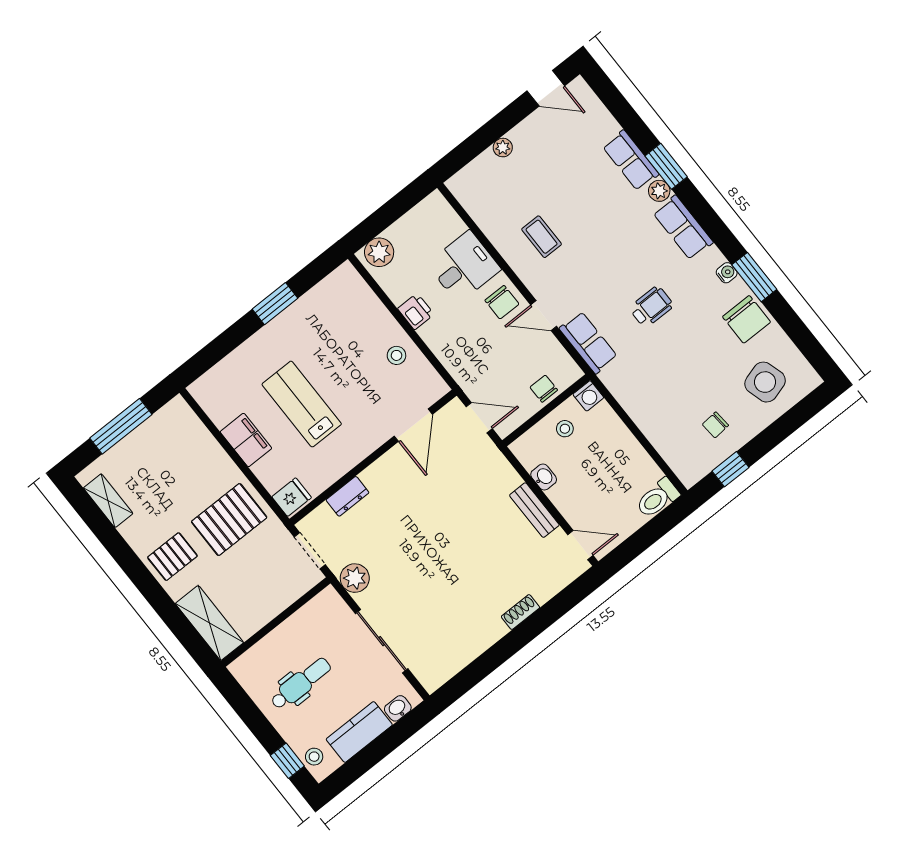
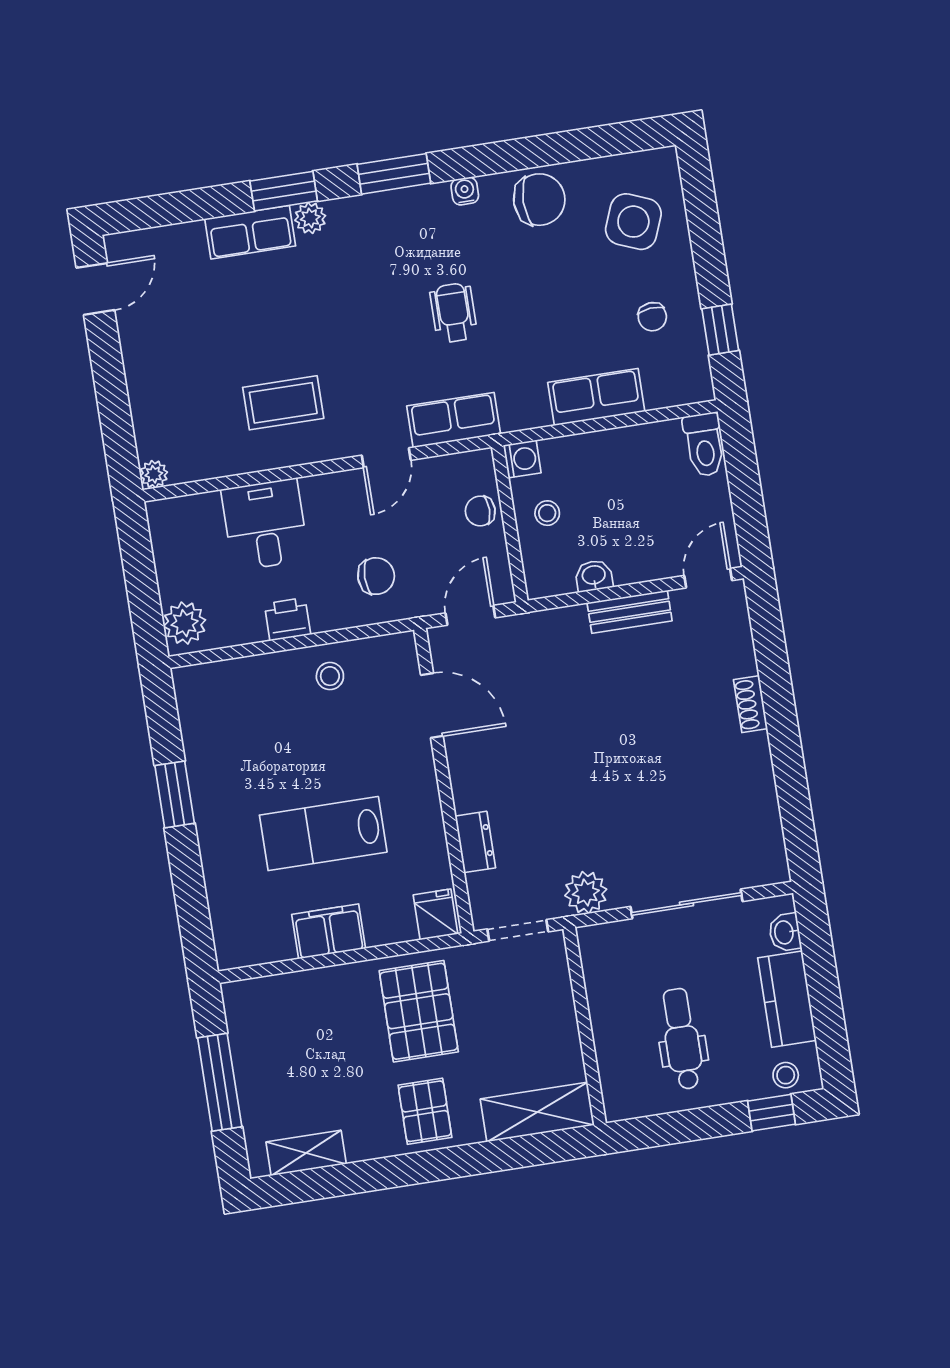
plant: (503, 148) -> (154, 474), moved
row of seats: (683, 228) -> (596, 397), moved, turned 180
coffee table: (542, 237) -> (283, 403), width x1.36, depth x1.30
window: (754, 277) -> (394, 174), moved
chair: (502, 302) -> (376, 576), moved
side table: (765, 382) -> (633, 222), turned 38

